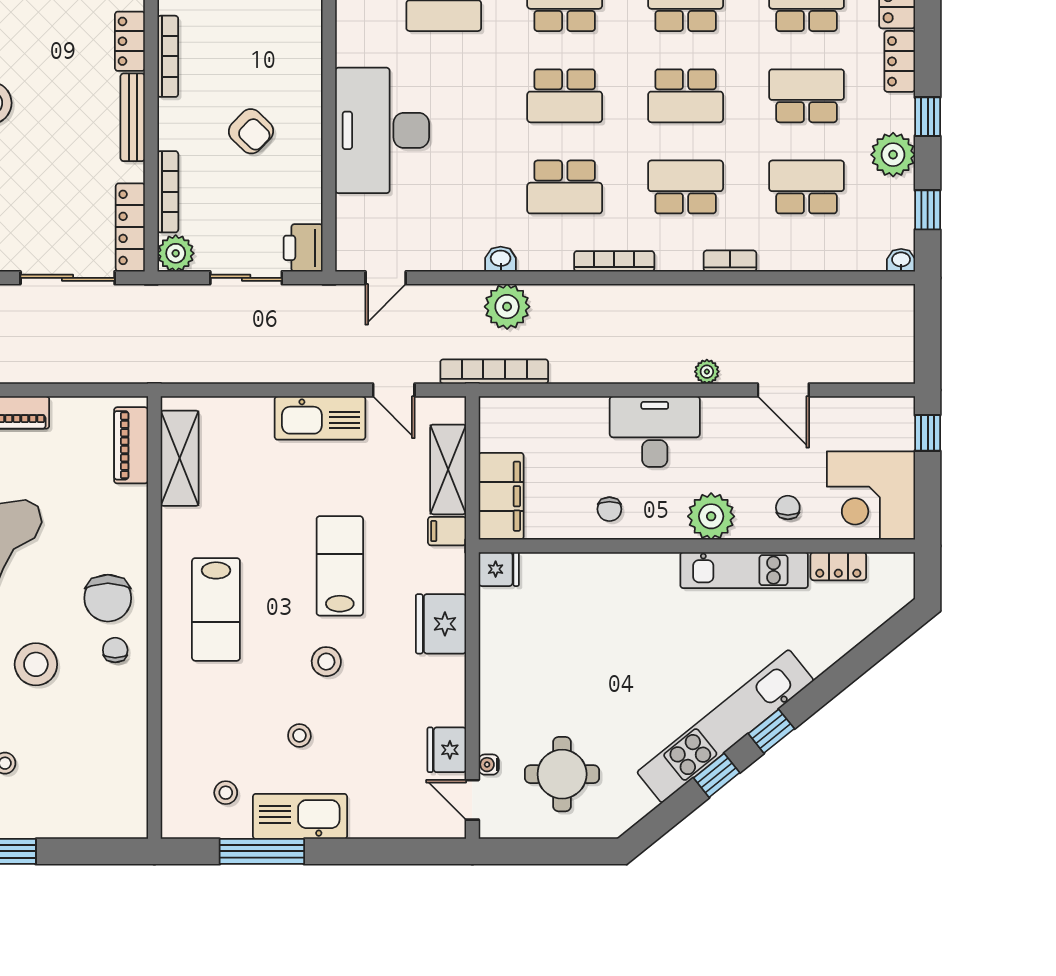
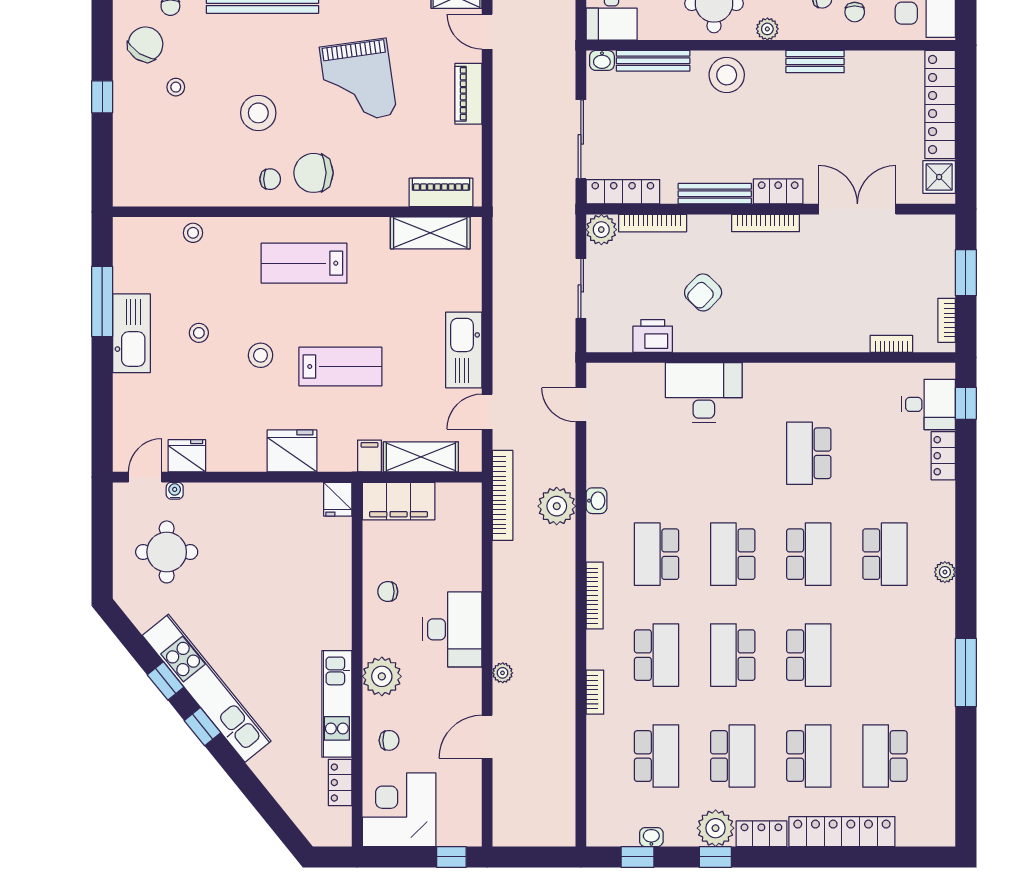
desk: (382, 130) -> (704, 393), width x0.73, depth x0.77
plant: (893, 155) -> (716, 828), moved
printer: (303, 248) -> (653, 336), moved
washbasin: (901, 260) -> (651, 837), moved, turned -90
stool: (226, 793) -> (193, 233), moved

